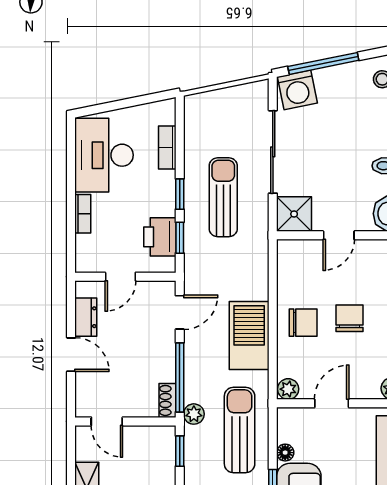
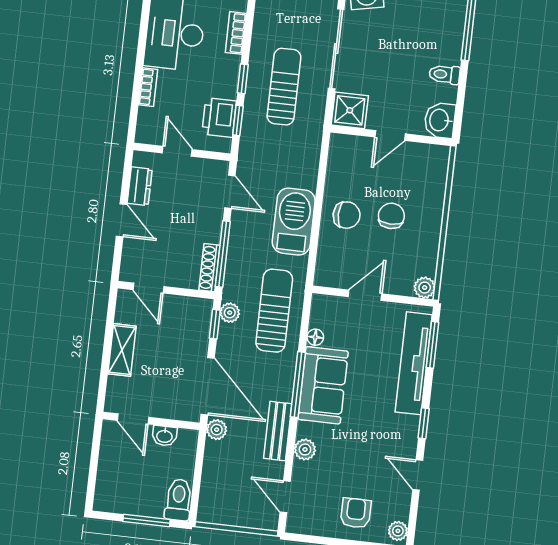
door: (120, 277) -> (177, 151), swing flipped
door: (180, 312) -> (230, 192), hinge flipped
plant: (288, 389) -> (325, 277), removed
shoe rack: (168, 400) -> (209, 268), width x1.43
plant: (194, 414) -> (230, 313), moved

